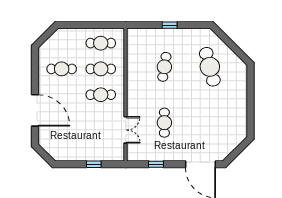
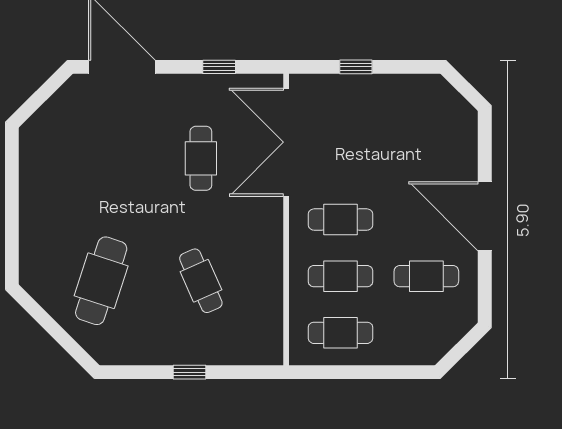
cafe table: (164, 67) -> (201, 281), turned -33
cafe table: (210, 67) -> (101, 281), turned 33
door: (35, 110) -> (485, 216), moved
double door: (126, 130) -> (286, 142), width x1.87

